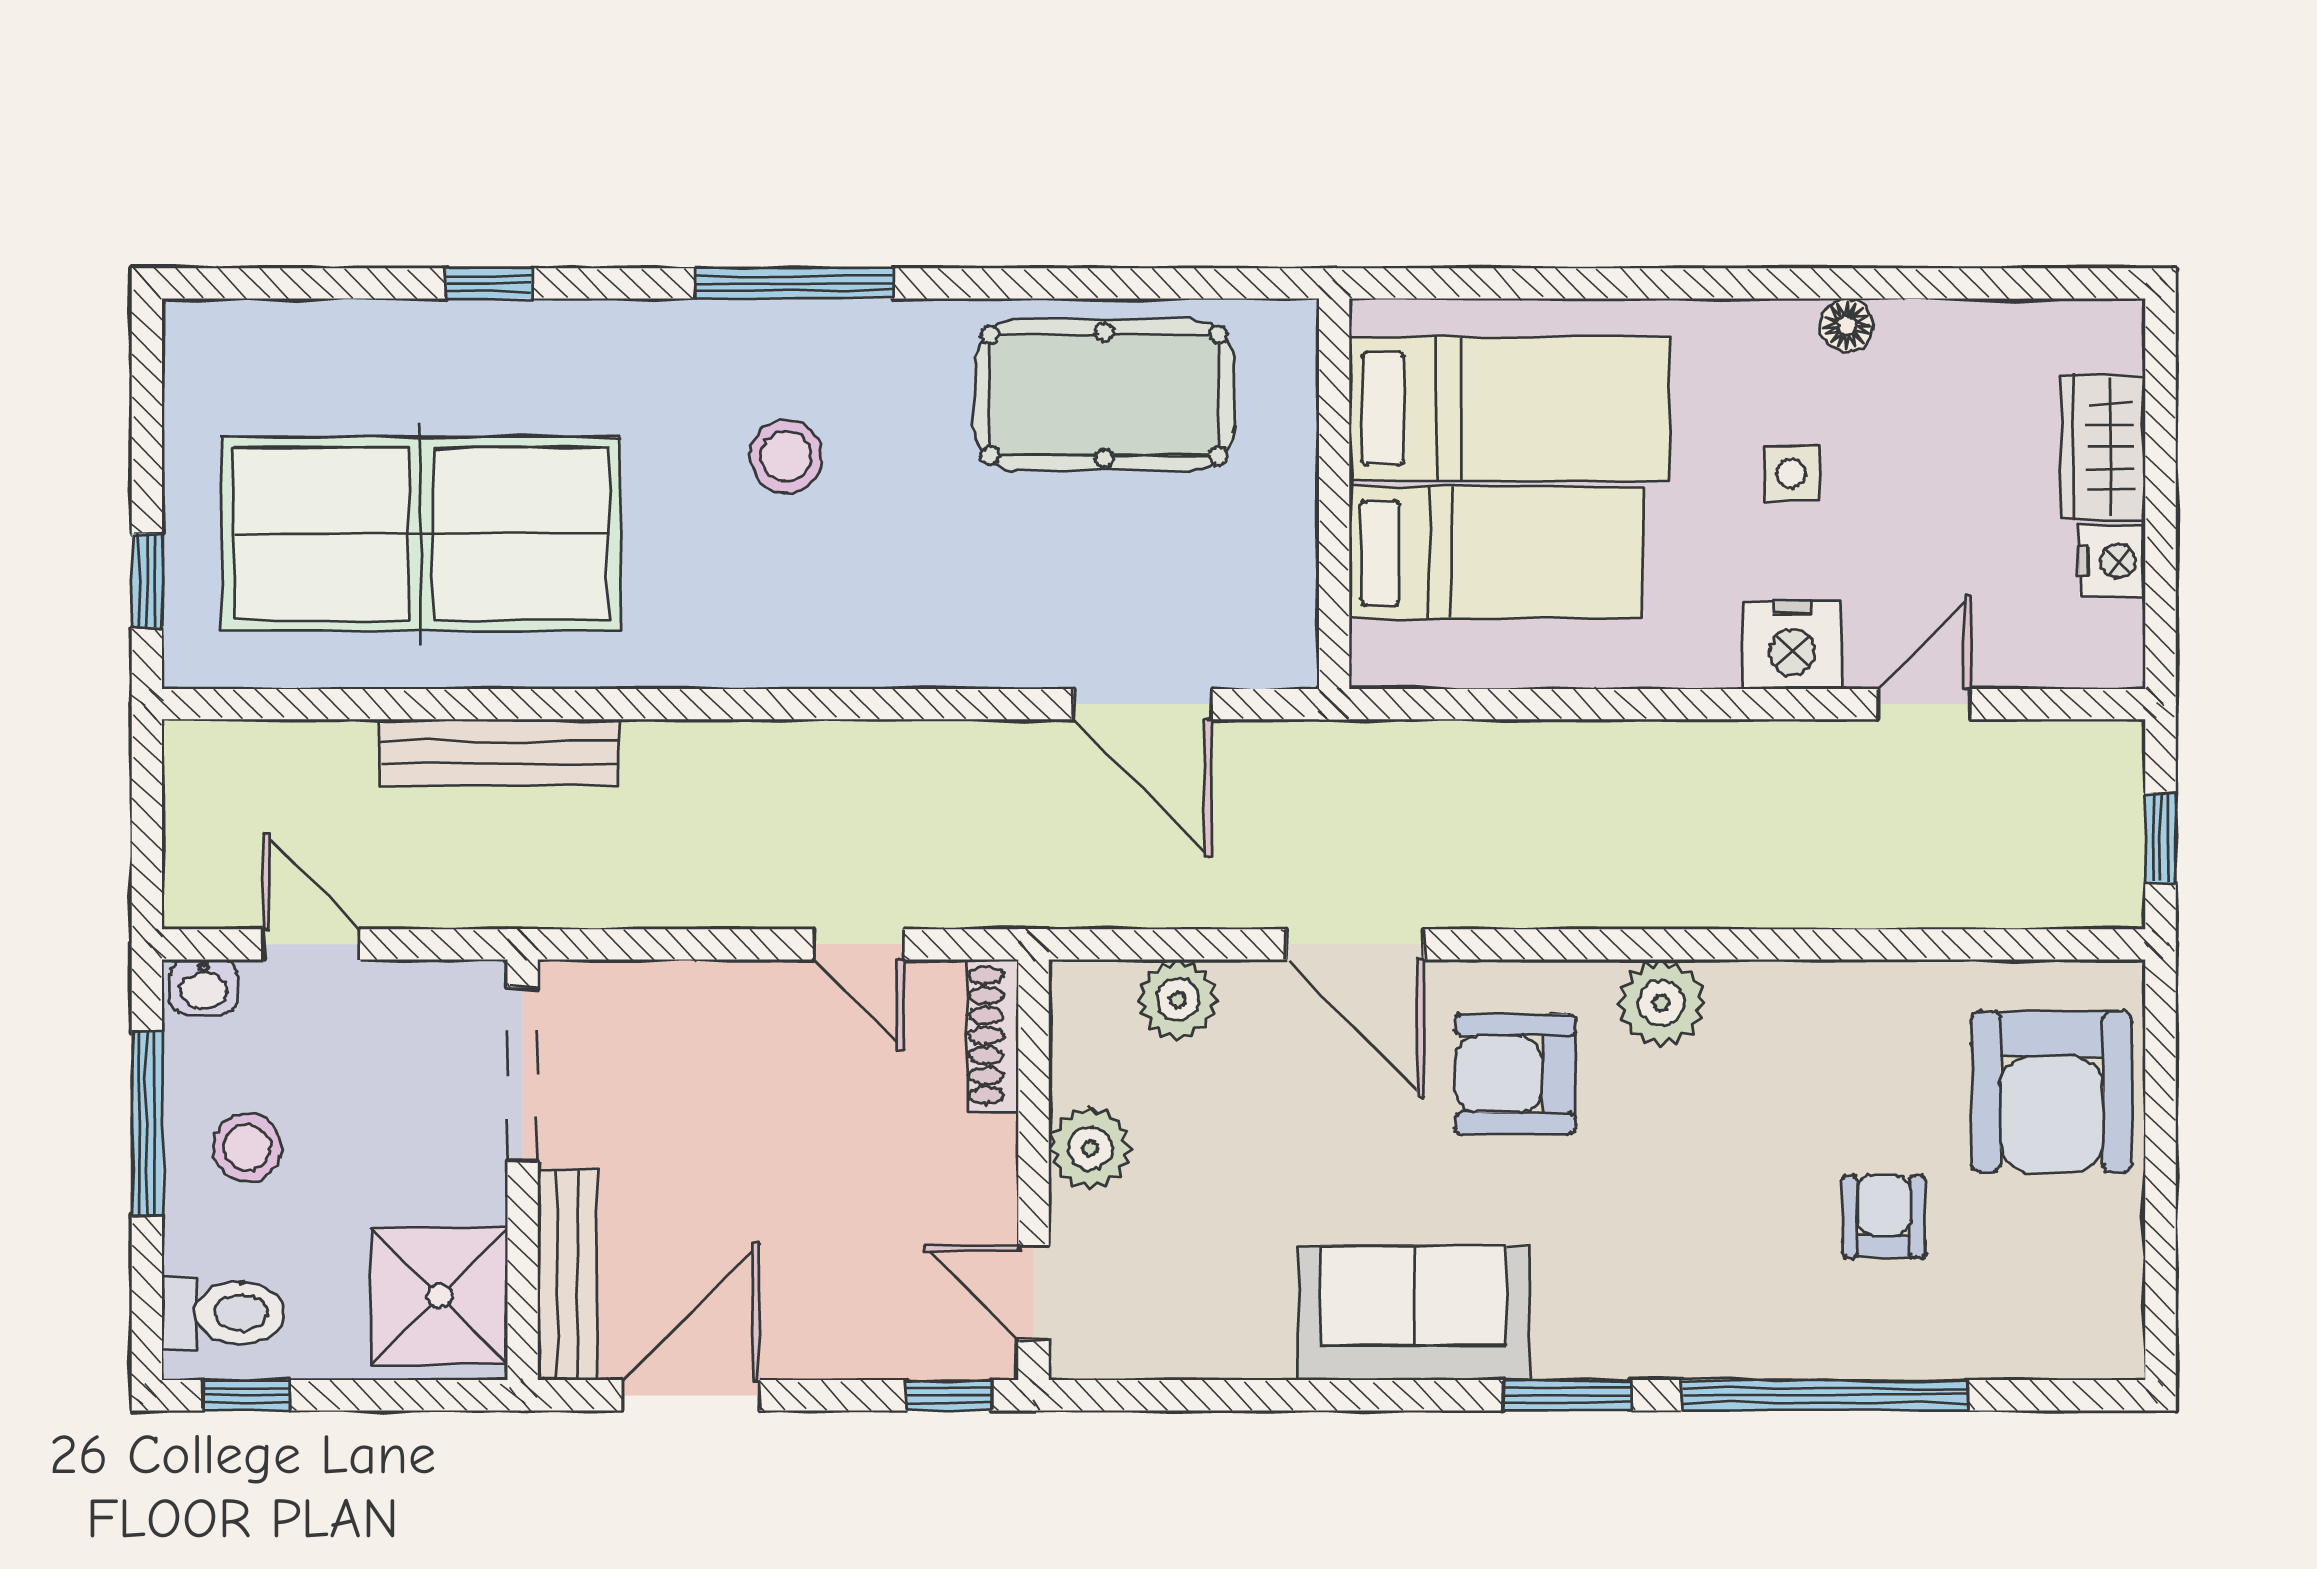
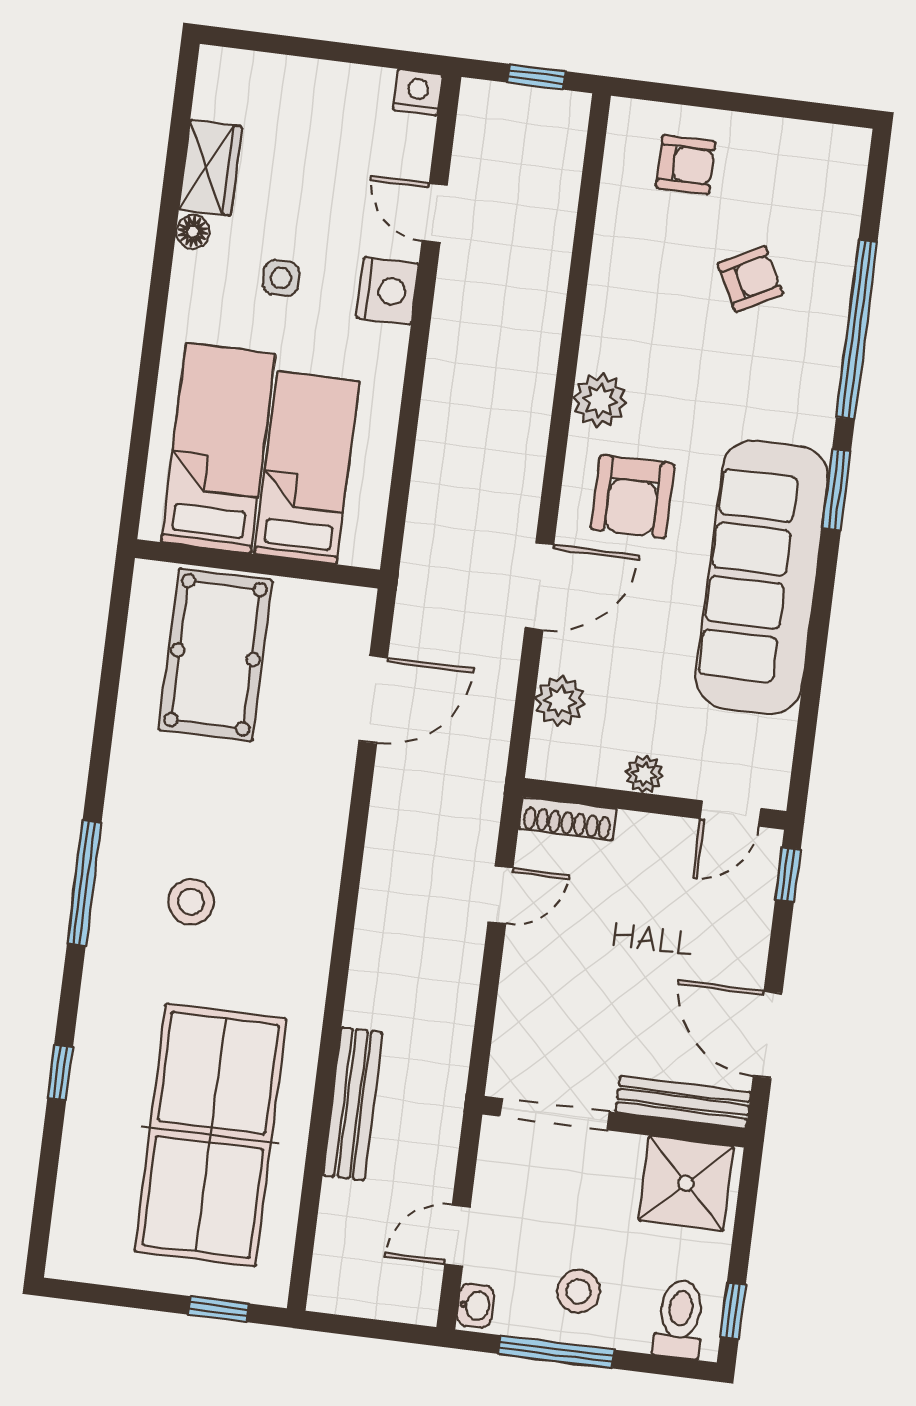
pool table: (1104, 395) -> (216, 655), moved
wardrobe: (2104, 447) -> (210, 168), moved, turned -90
nightstand: (2112, 561) -> (418, 92), moved
armchair: (2052, 1092) -> (686, 165), width x0.53, depth x0.53
plant: (1090, 1148) -> (644, 774), width x0.73, depth x0.73
armchair: (1884, 1217) -> (750, 279), turned 152
sofa: (1413, 1313) -> (762, 577), width x1.85, depth x1.27

